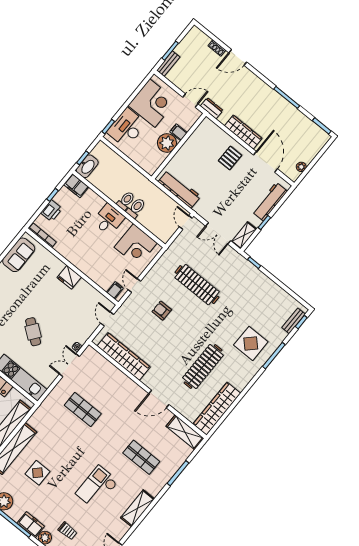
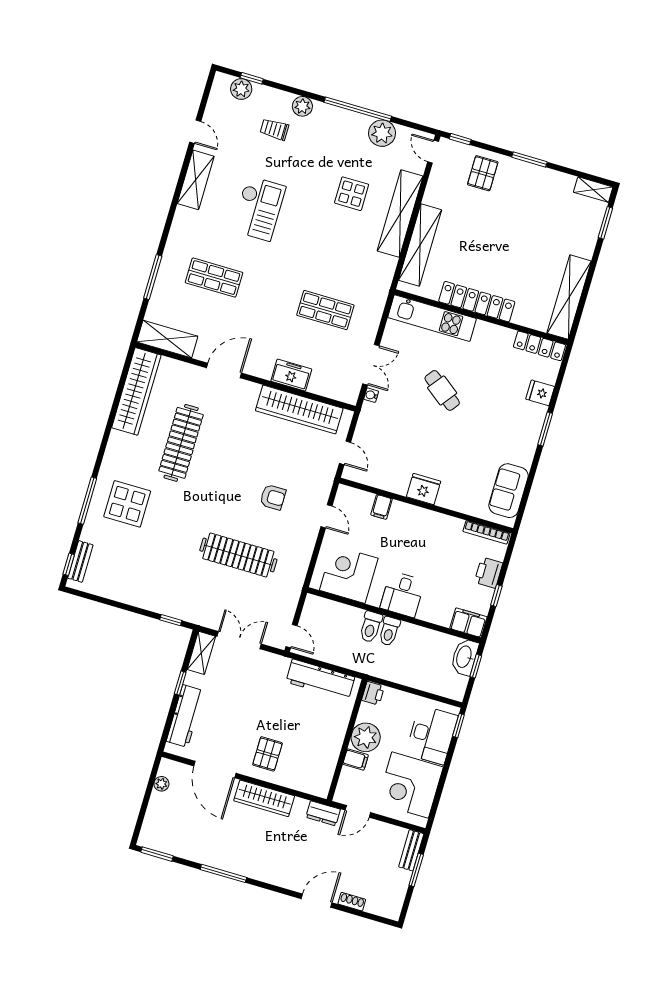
printer: (151, 168) -> (373, 693), added
filing cabinet: (115, 290) -> (382, 507), moved
shelving: (138, 508) -> (196, 180), moved
freezer: (31, 525) -> (291, 375), moved, turned 180

